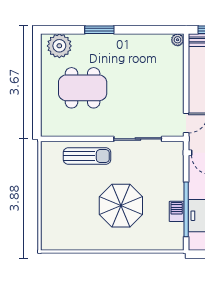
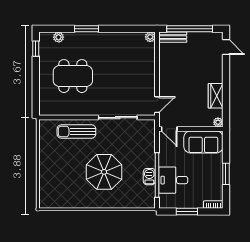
plant: (59, 46) -> (59, 37), width x0.53, depth x0.53
window: (37, 54) -> (36, 49), added
sun lounger: (87, 156) -> (76, 132), turned 180

